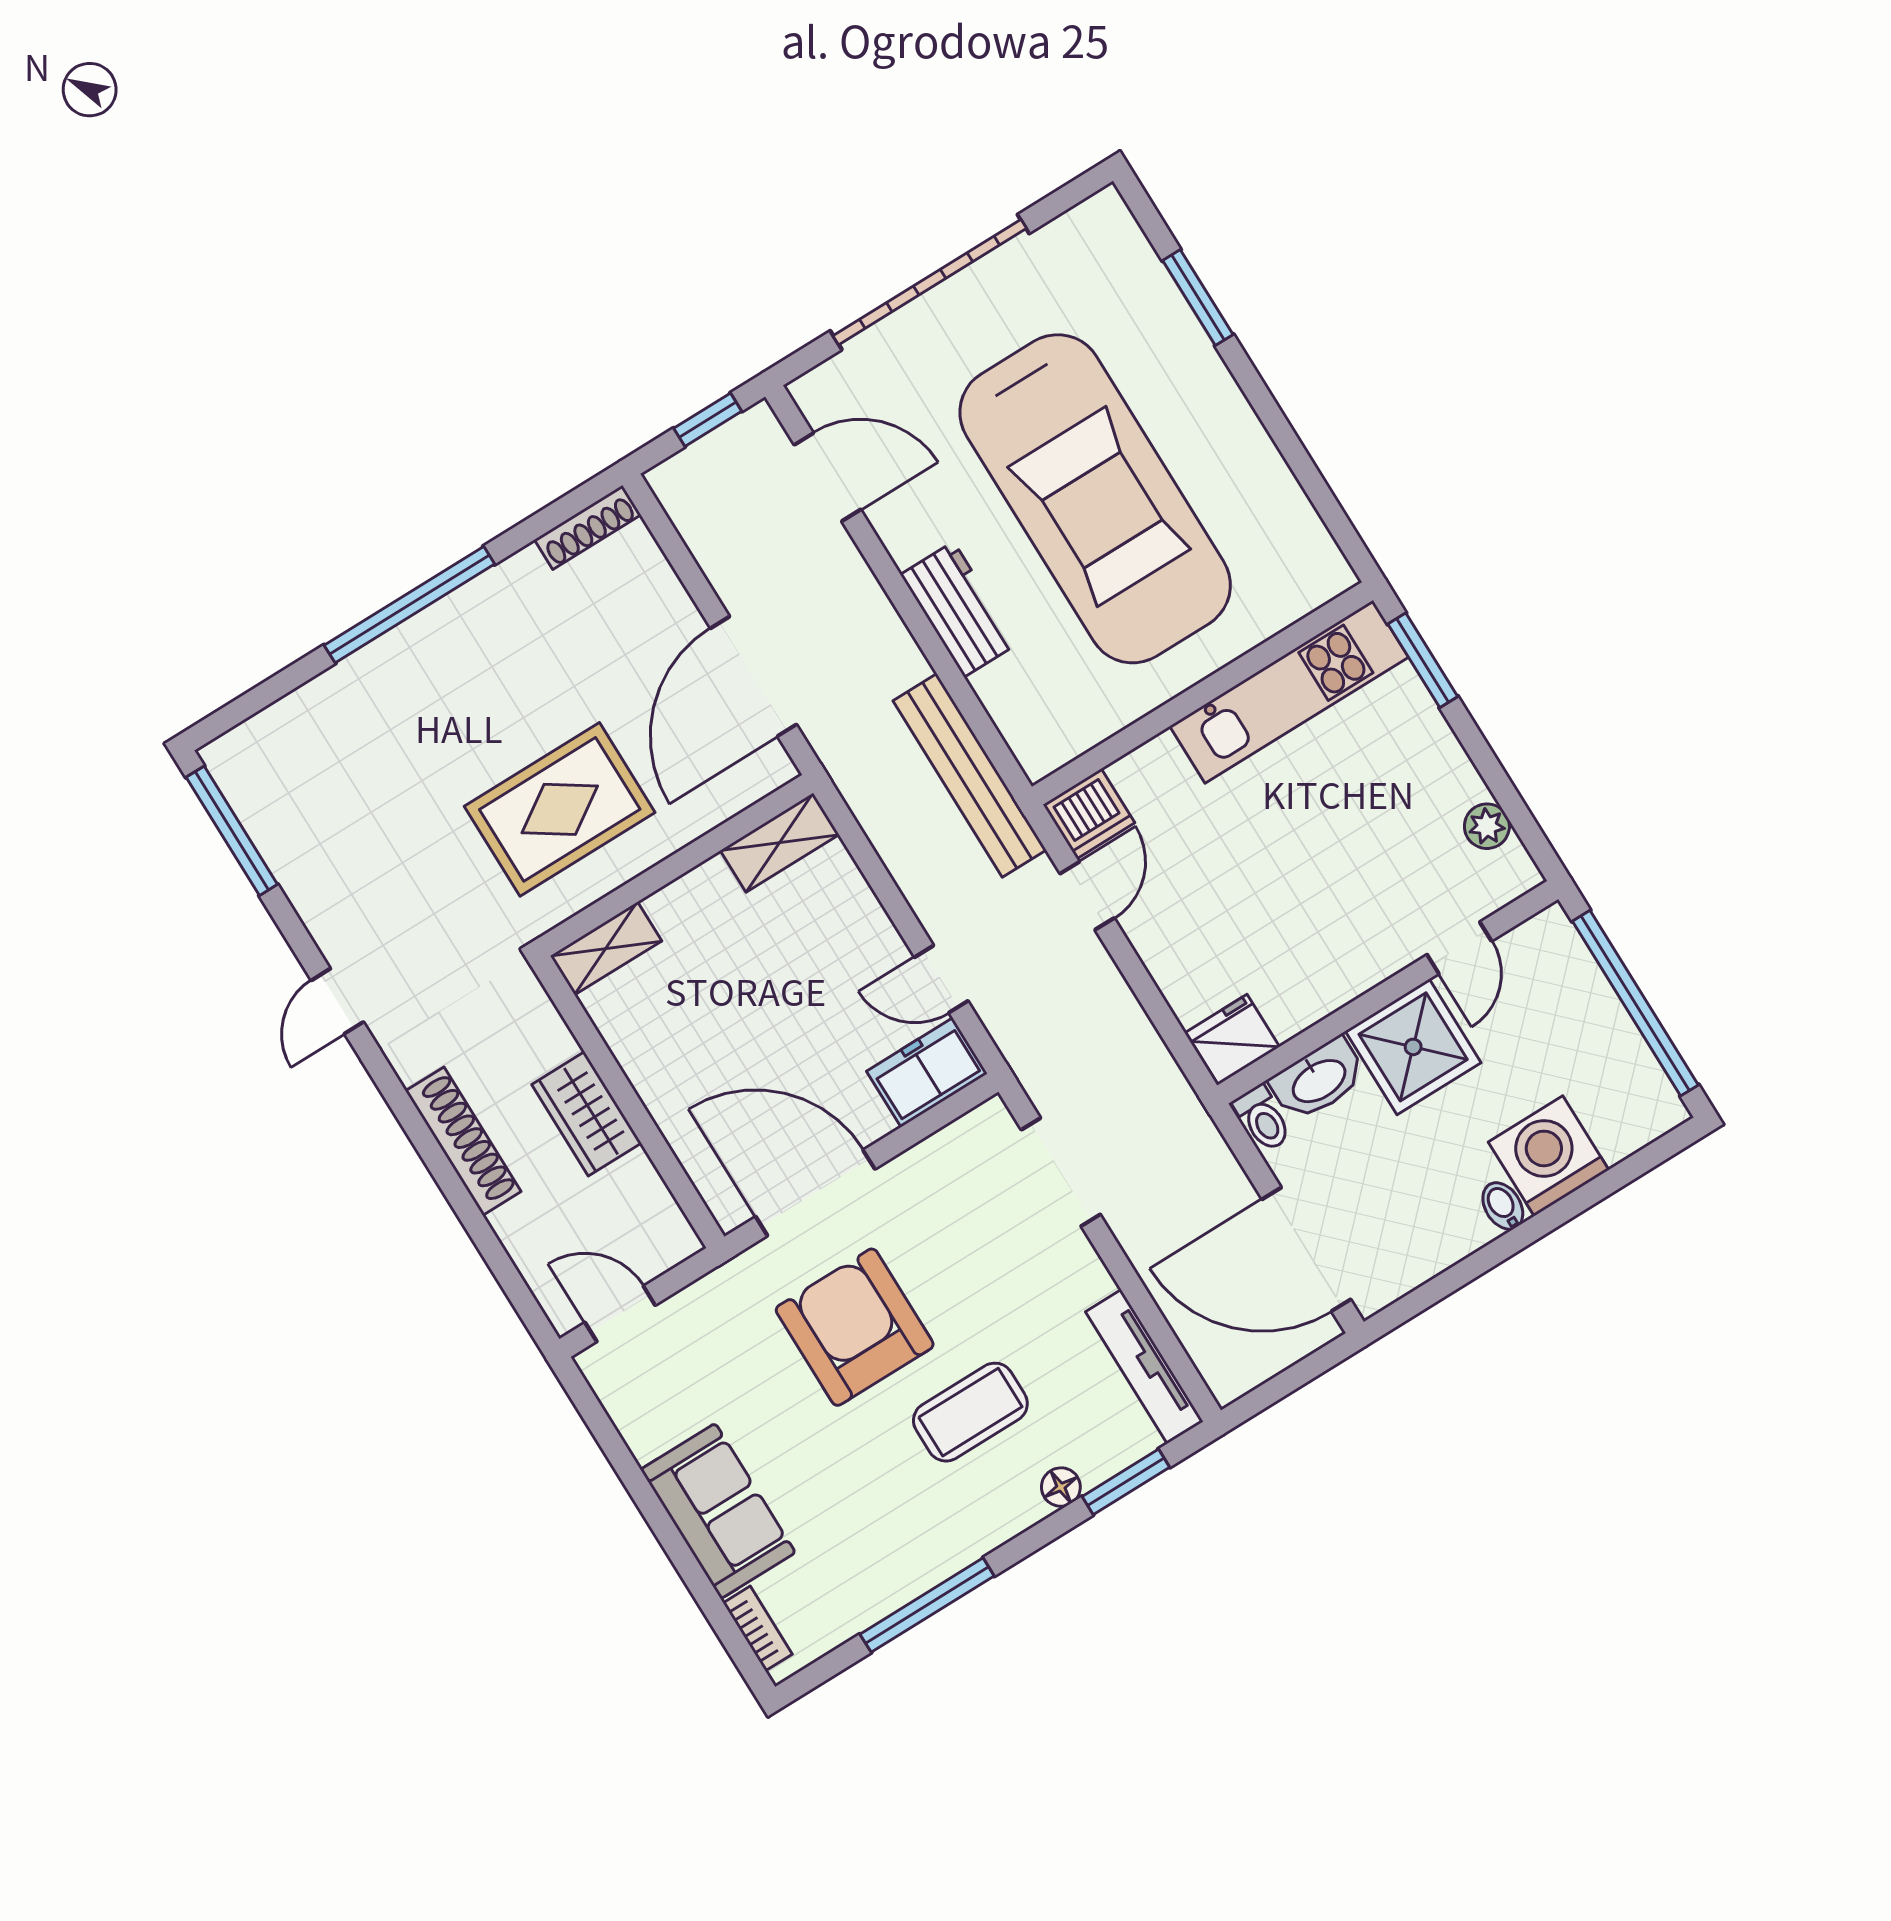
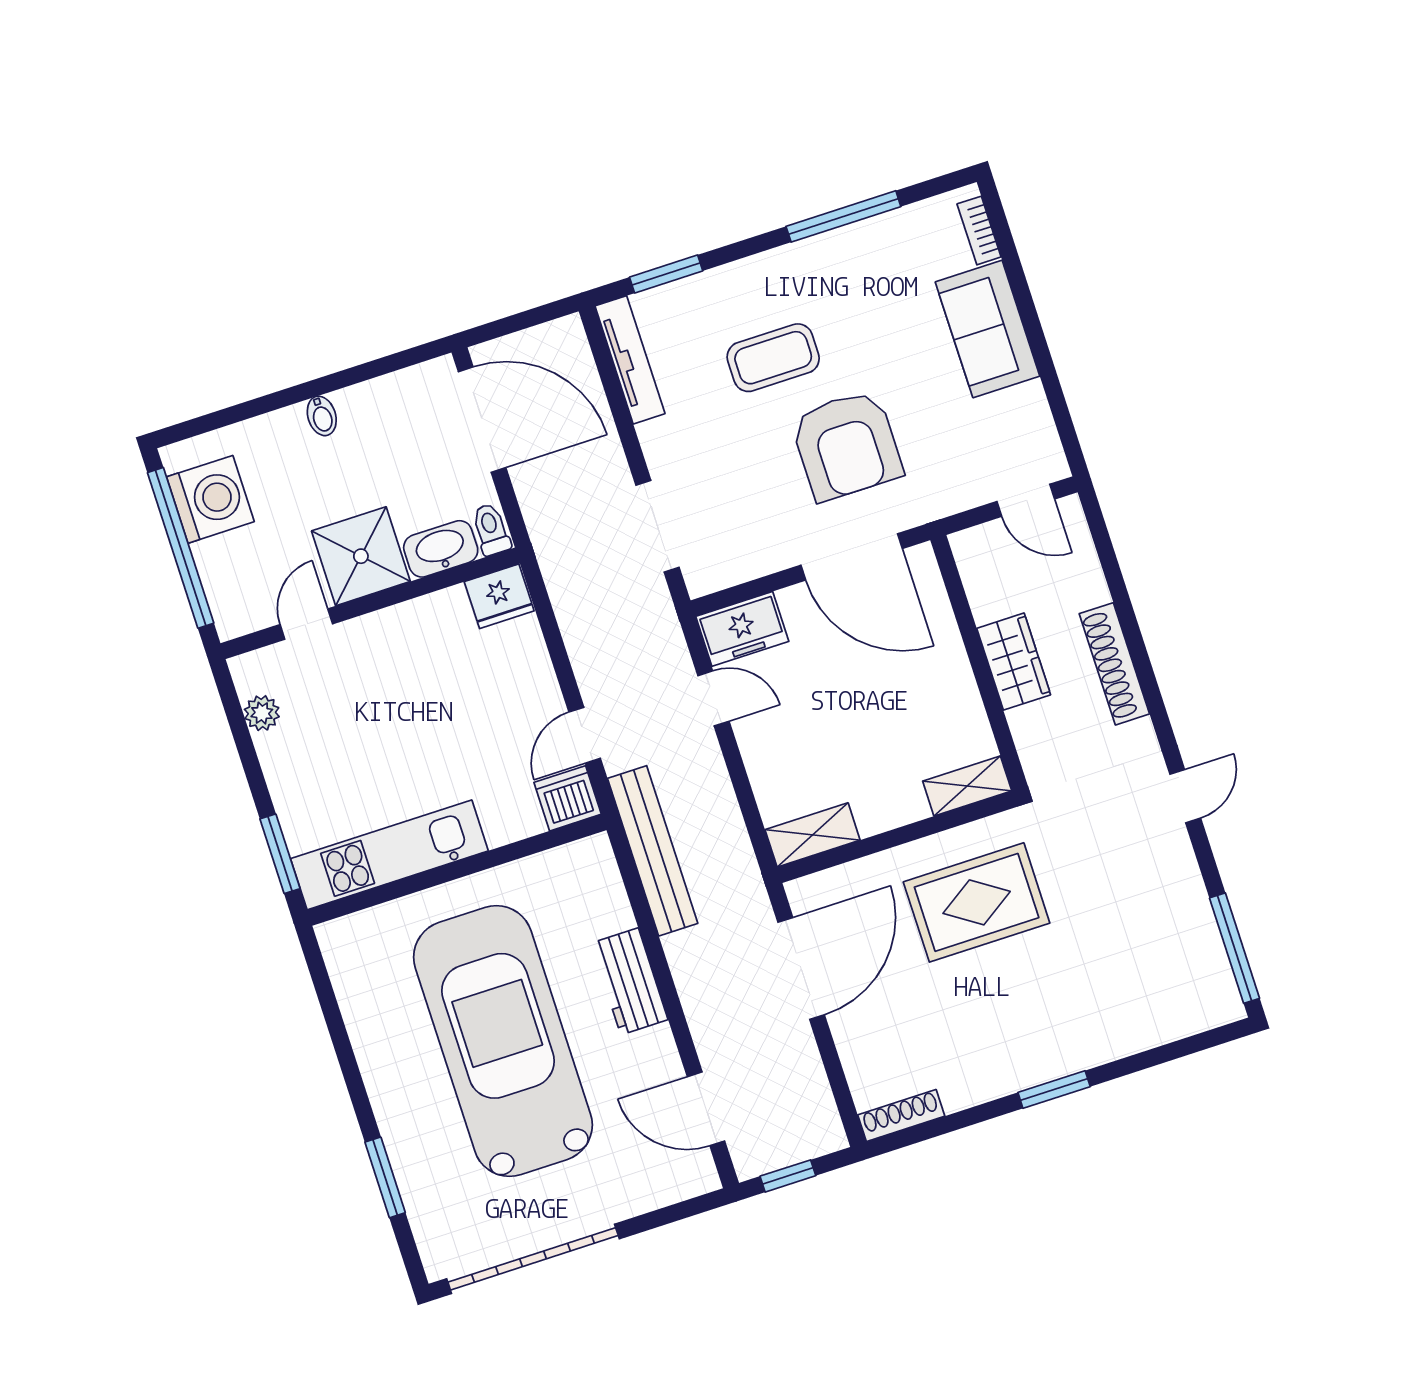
garage door: (930, 282) -> (533, 1259), moved
window: (409, 605) -> (1054, 1089), width x0.47
washing machine: (1549, 1156) -> (210, 499), moved, turned -90
floor lamp: (1061, 1487) -> (717, 282), removed

